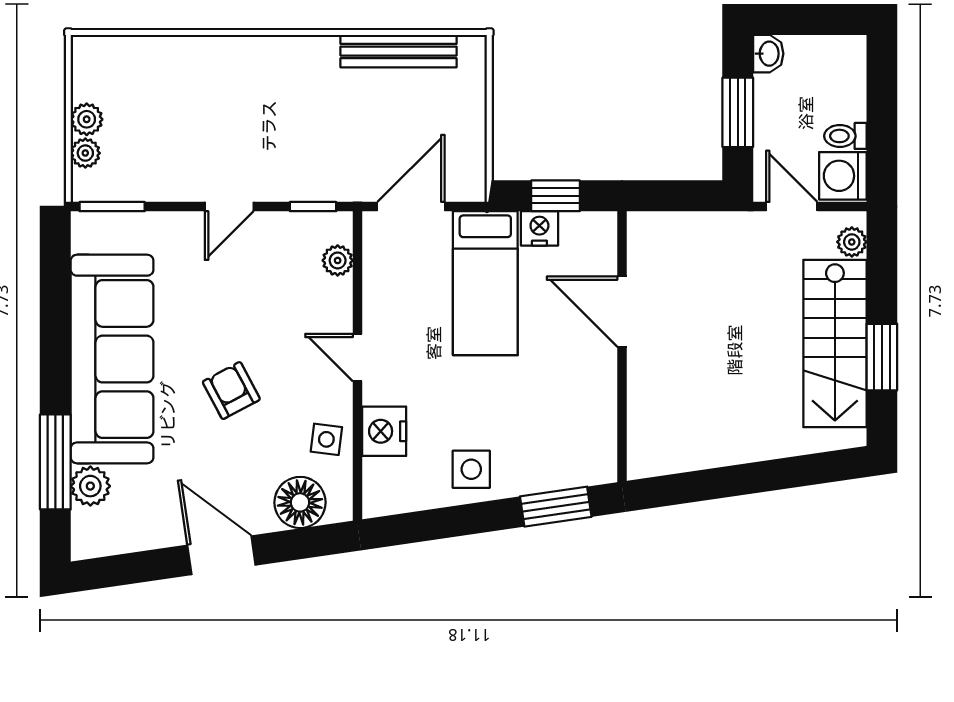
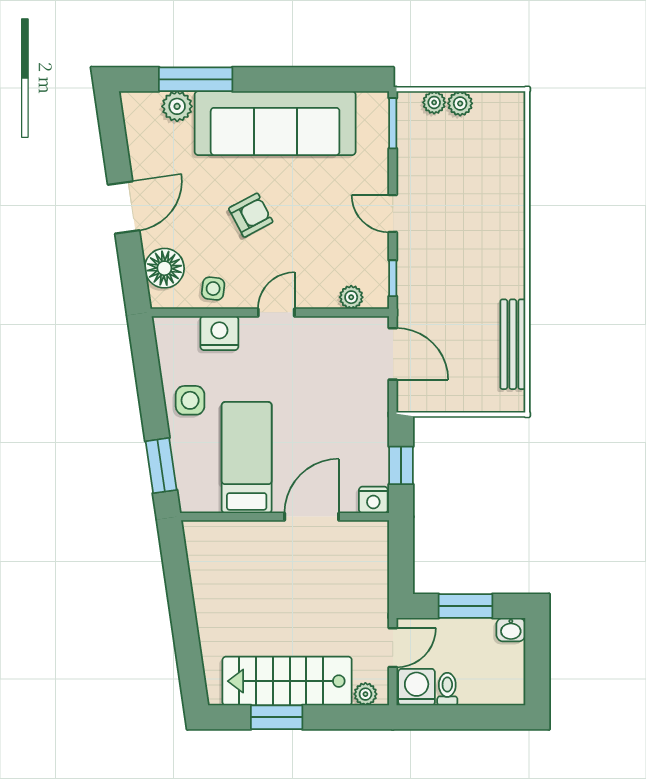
nightstand: (539, 228) -> (373, 500), moved, turned 90
bed: (485, 283) -> (247, 458), moved, turned 90

